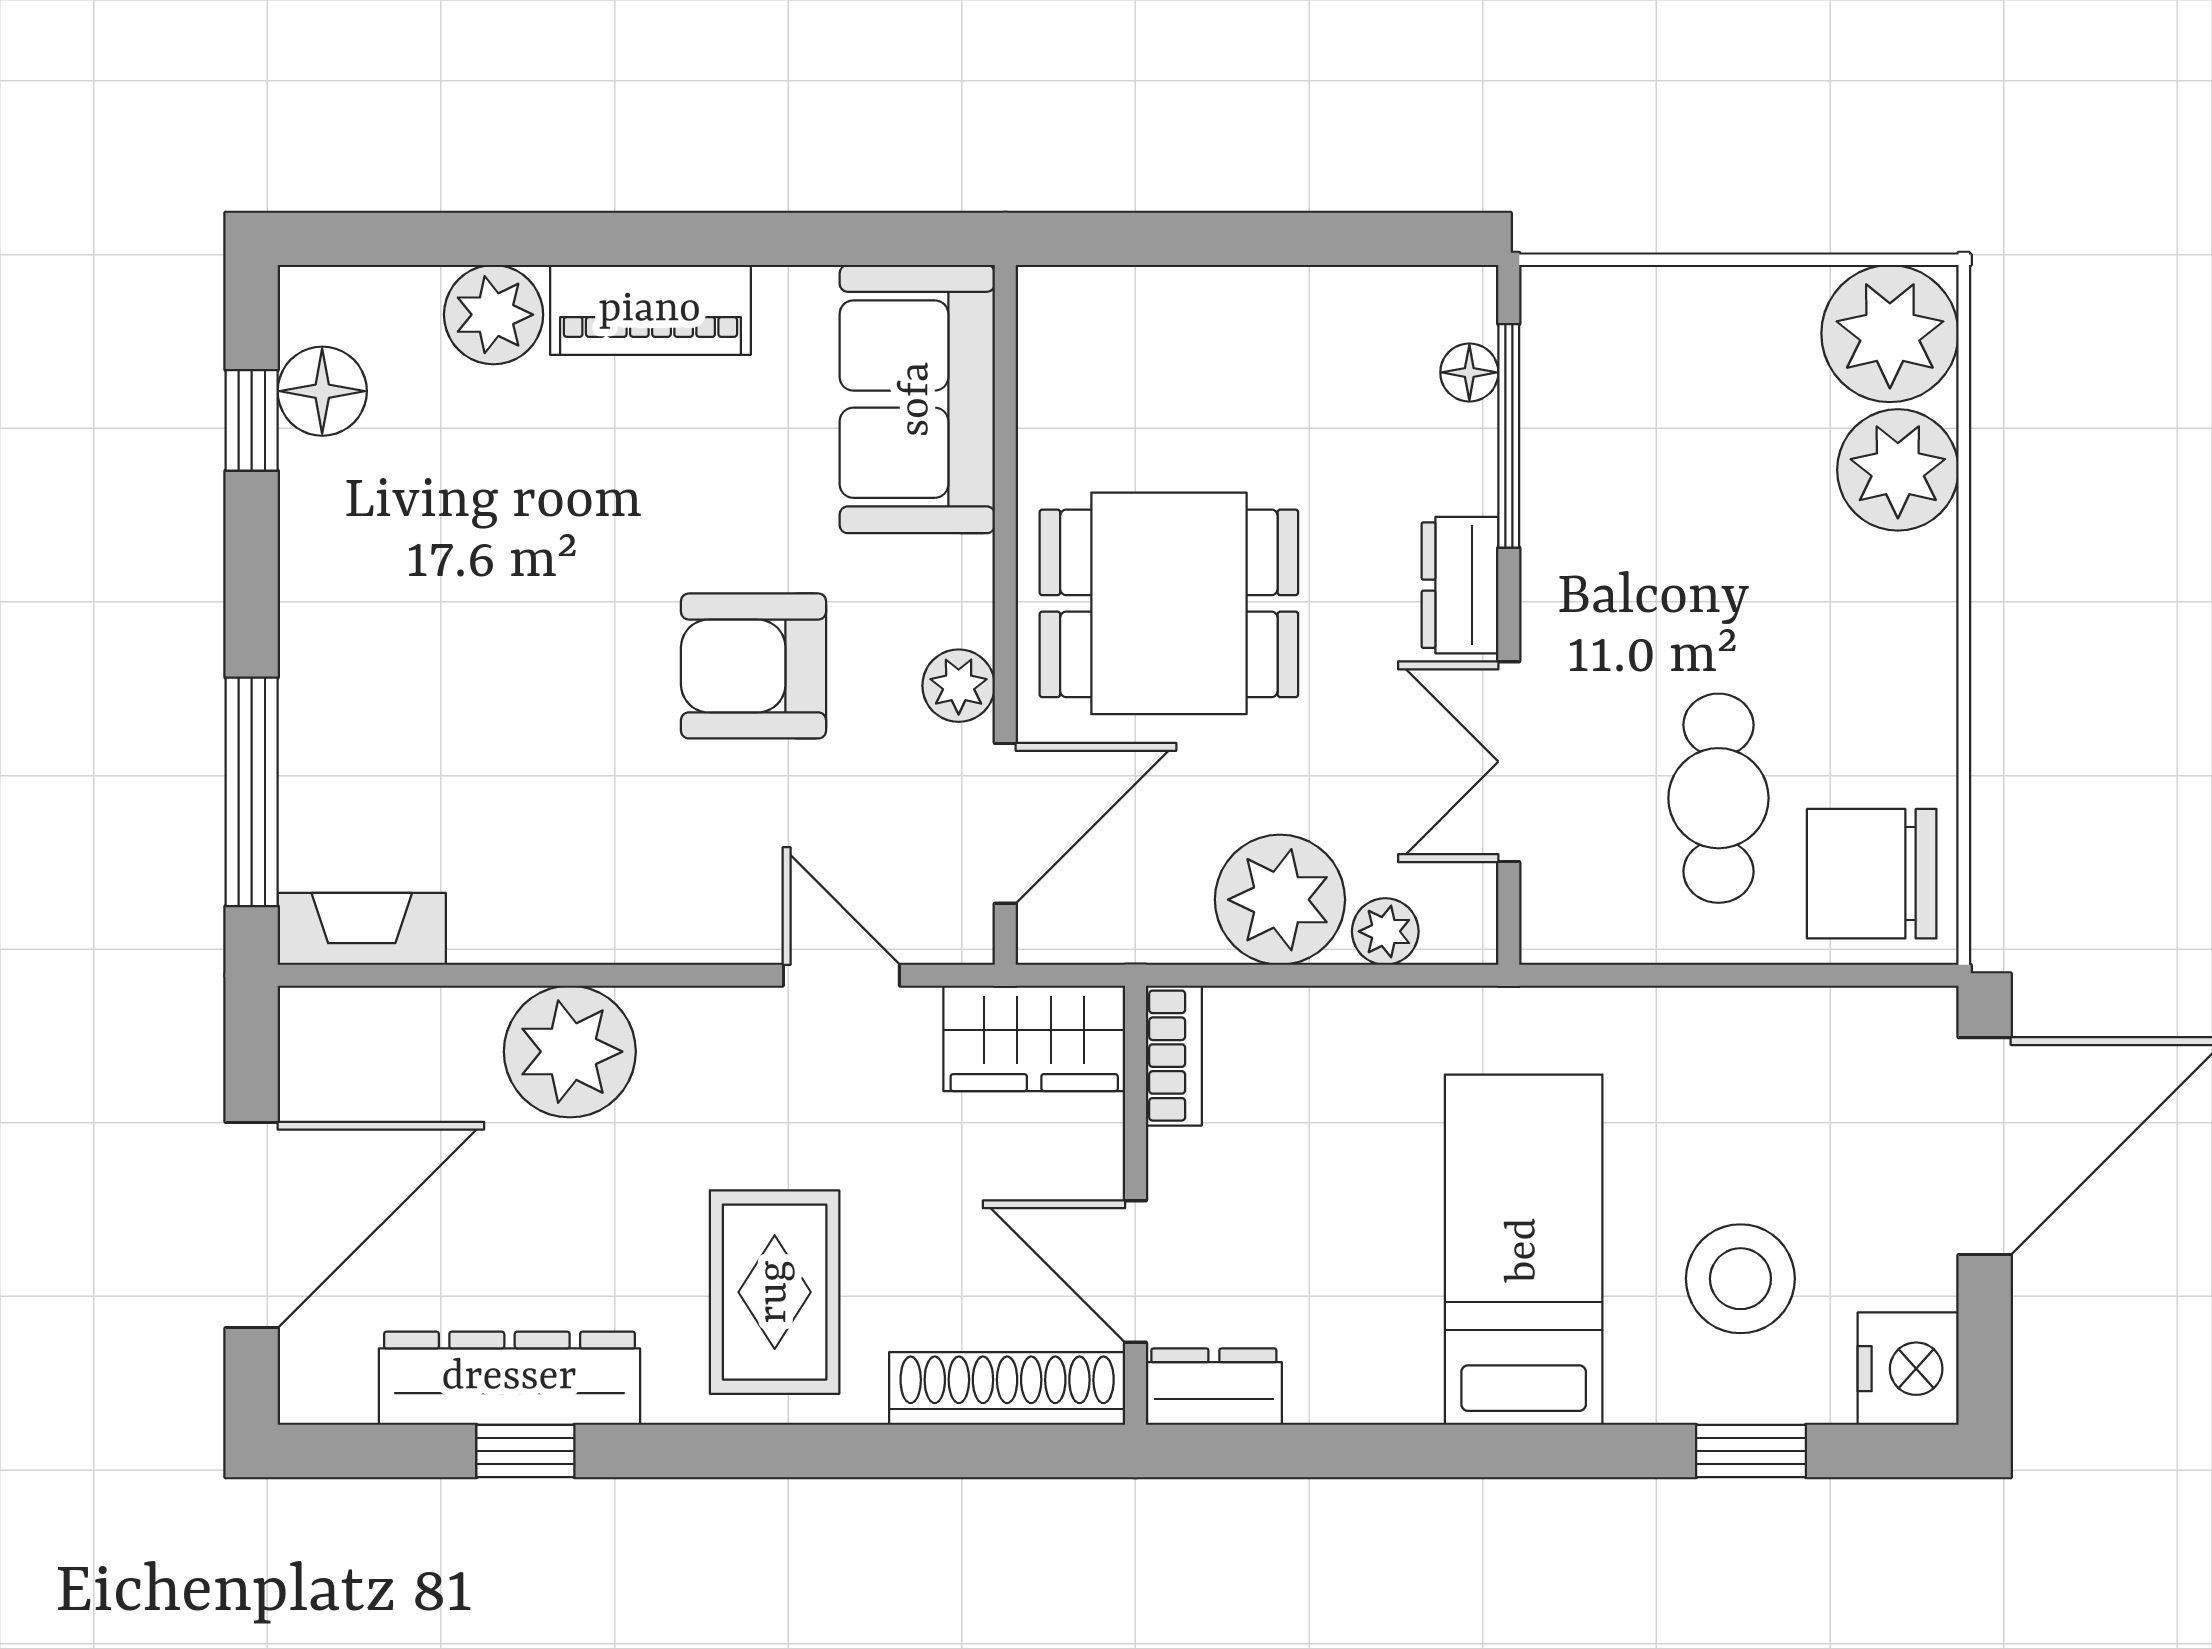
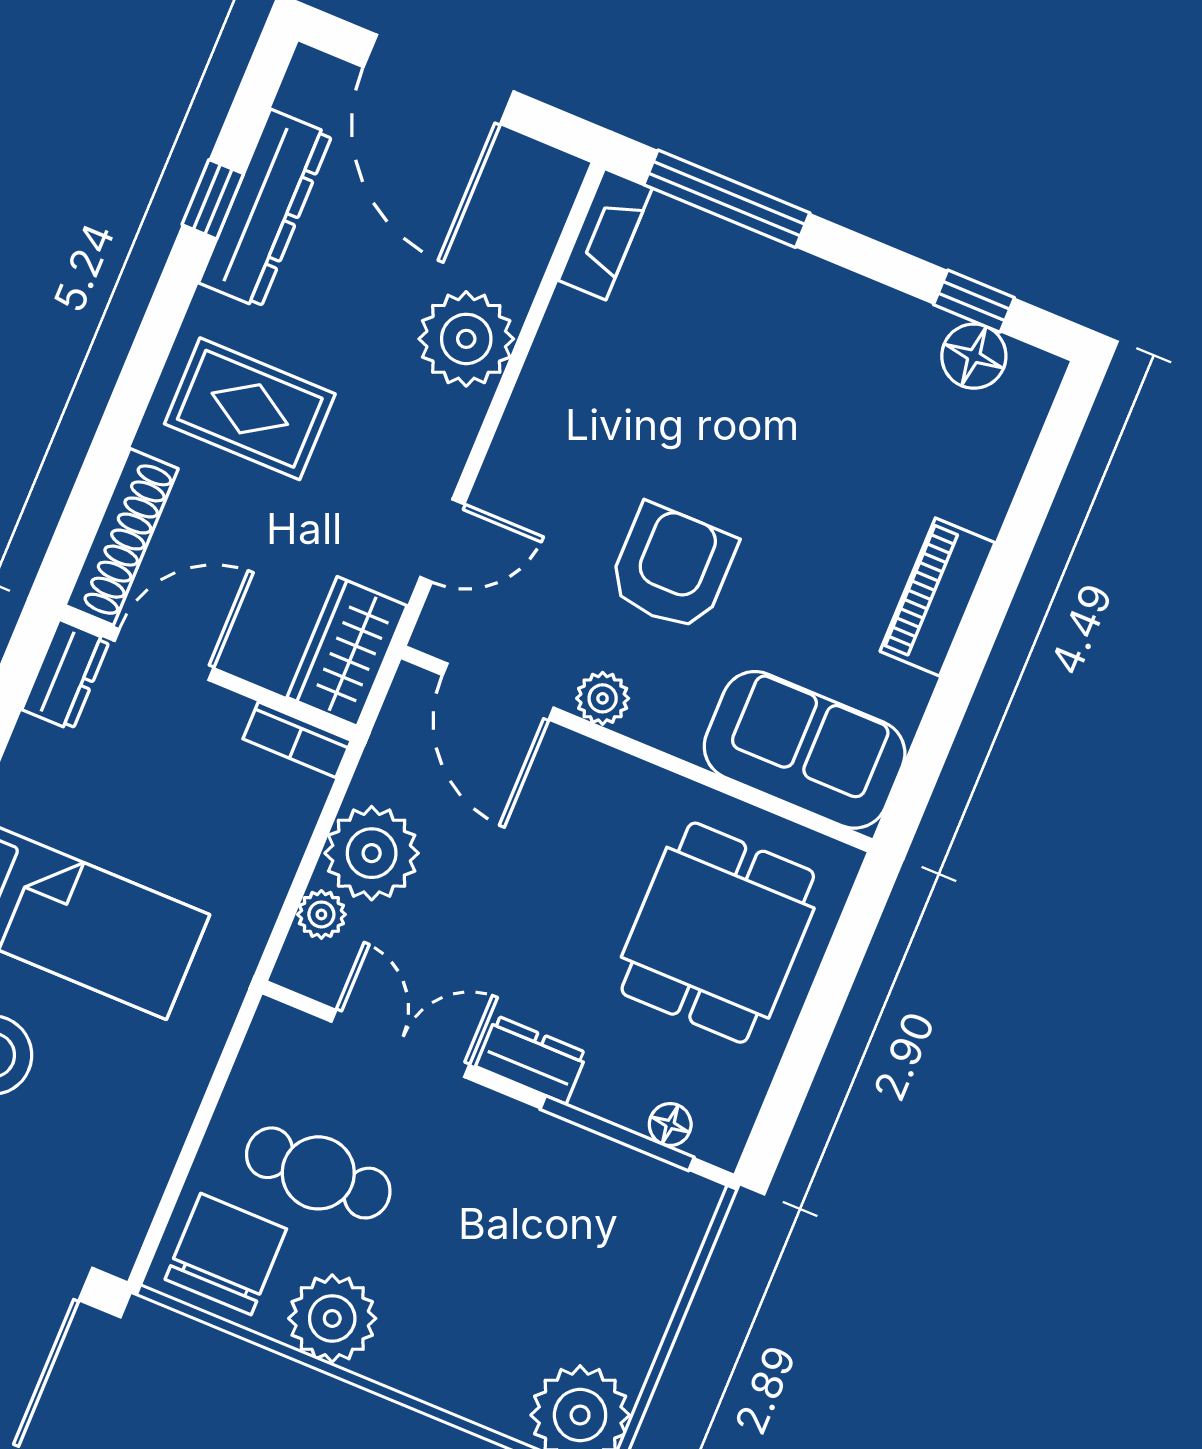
plant: (494, 315) -> (978, 491), removed
plant: (1898, 470) -> (332, 1318), moved
dining table: (1169, 603) -> (718, 933), moved

